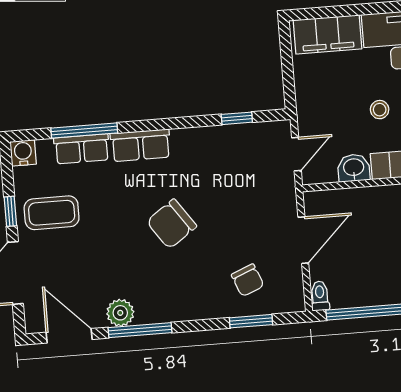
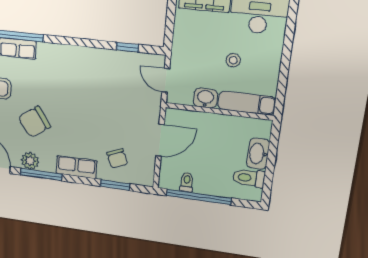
row of seats: (141, 145) -> (77, 167), moved, turned 180
door: (296, 154) -> (166, 80), swing flipped
chair: (172, 224) -> (34, 122), moved
toilet: (320, 296) -> (187, 182), moved

